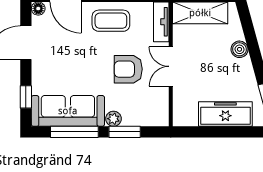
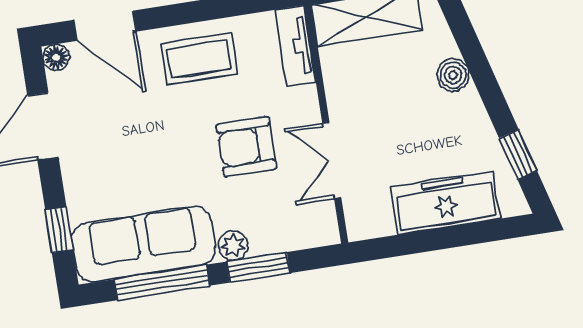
double door: (171, 66) -> (332, 160), moved

